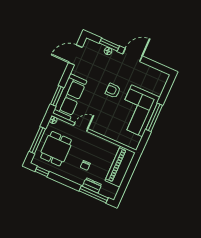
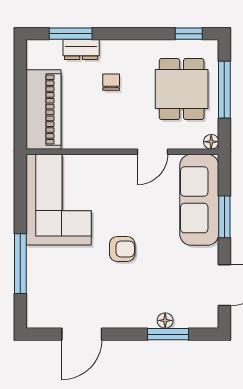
door: (133, 55) -> (82, 334), moved
window: (57, 96) -> (224, 217), moved
corner sofa: (137, 111) -> (59, 200), moved
window: (154, 117) -> (20, 264), moved
window: (94, 194) -> (71, 34), width x0.69

